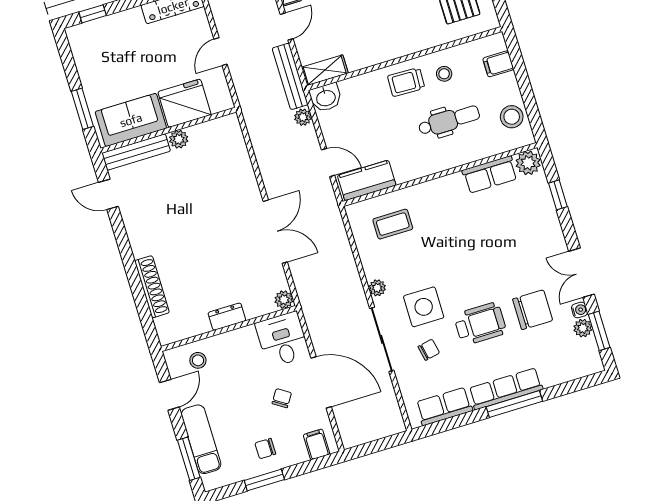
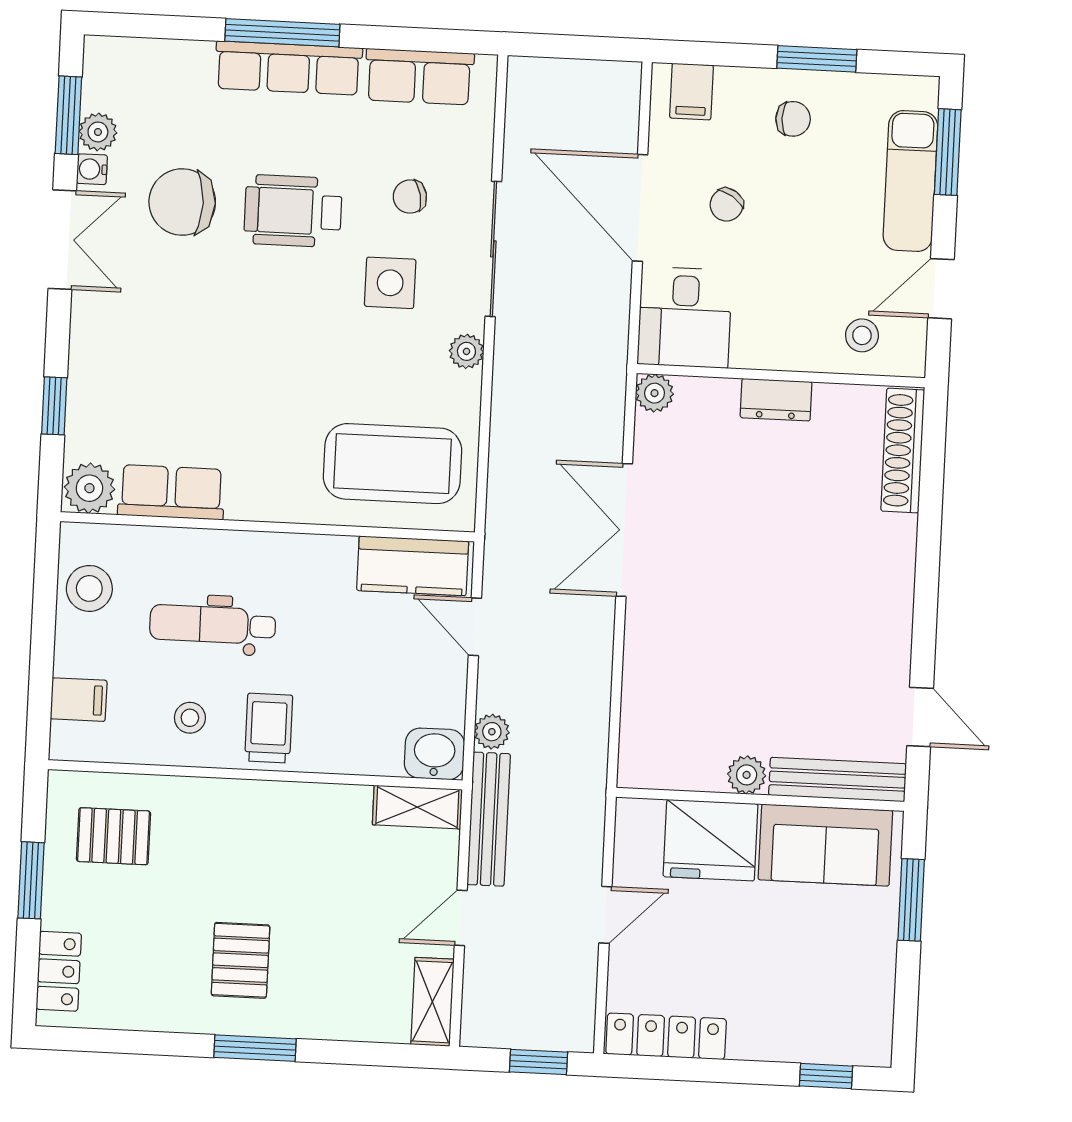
trolley: (406, 82) -> (269, 728), turned -92
coffee table: (393, 224) -> (392, 464), width x1.86, depth x1.72
shoe rack: (152, 287) -> (903, 450), moved
side table: (424, 307) -> (390, 283), width x0.73, depth x0.73

